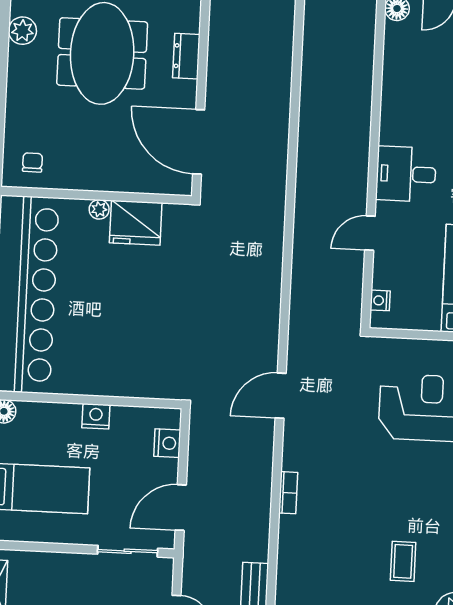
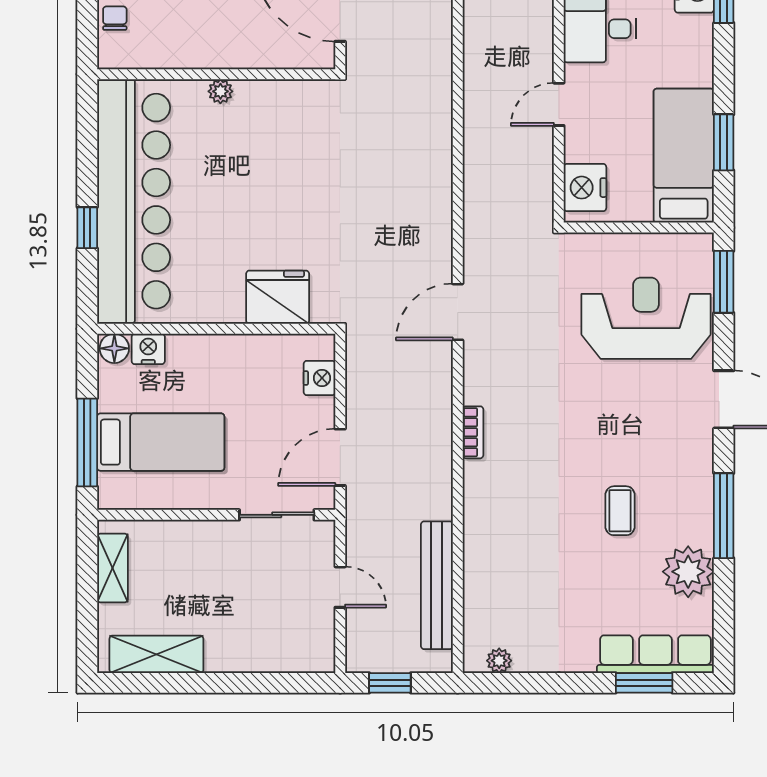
chair: (32, 162) -> (115, 18), moved
fridge: (136, 223) -> (278, 297), moved, turned 180
nightstand: (380, 300) -> (585, 188), width x1.89, depth x1.79
nightstand: (96, 416) -> (148, 349), moved

